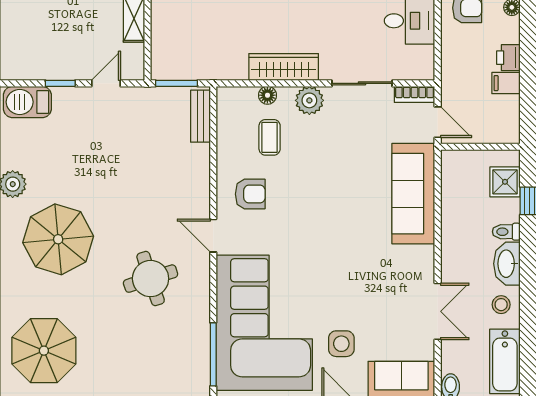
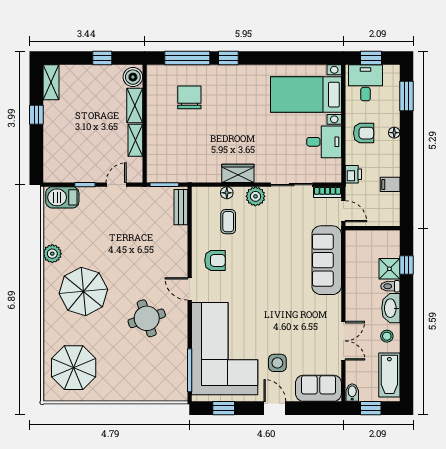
printer: (508, 58) -> (353, 174), moved, turned 180
wardrobe: (284, 67) -> (238, 173), width x0.67
shower: (505, 182) -> (389, 269), moved

